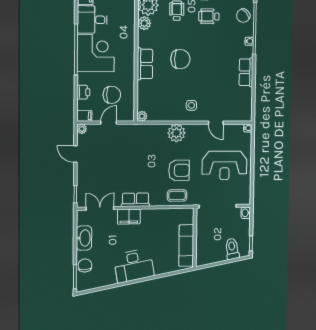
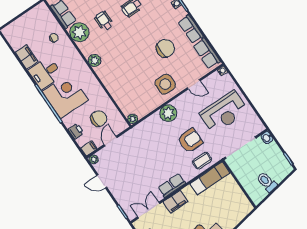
plant: (144, 23) -> (95, 60), moved
chair: (180, 59) -> (165, 48), moved
row of seats: (145, 64) -> (207, 53), moved, turned 180
side table: (191, 105) -> (165, 84), width x1.87, depth x1.87
exam couch: (186, 245) -> (210, 178), moved, turned -90
toilet: (232, 249) -> (267, 182), moved

